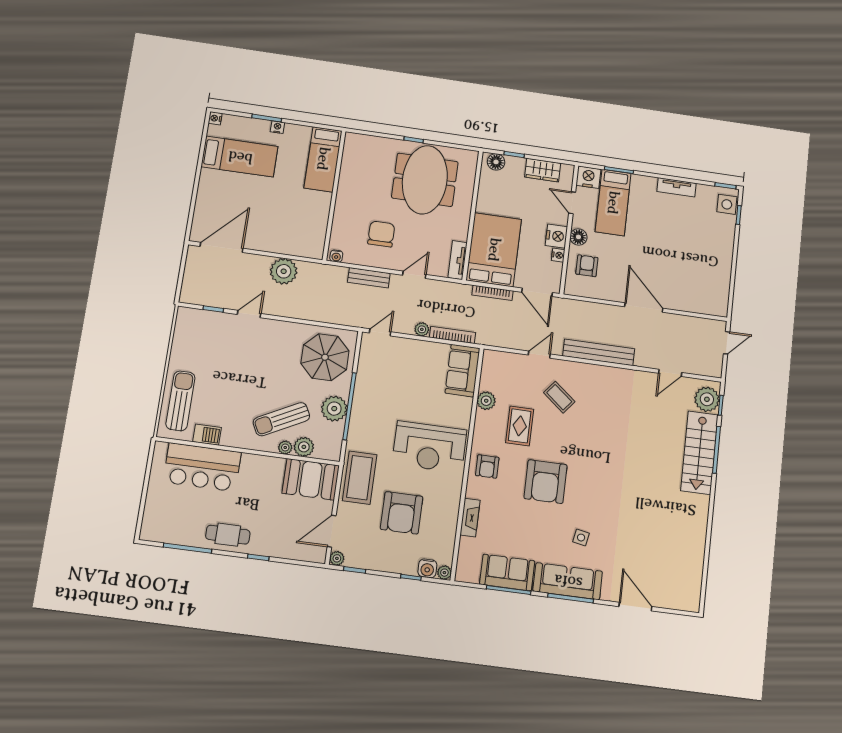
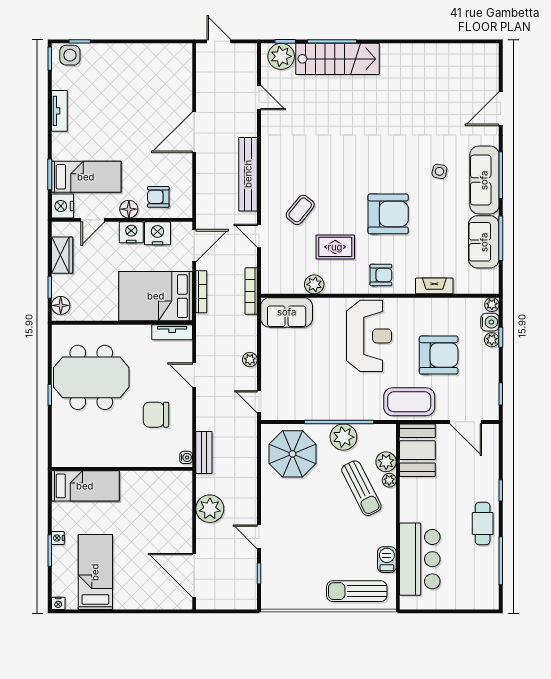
nightstand: (558, 255) -> (157, 233), width x1.89, depth x1.79
bench: (369, 278) -> (204, 452), moved
bookcase: (453, 335) -> (251, 291), moved
plant: (337, 558) -> (492, 340), moved

